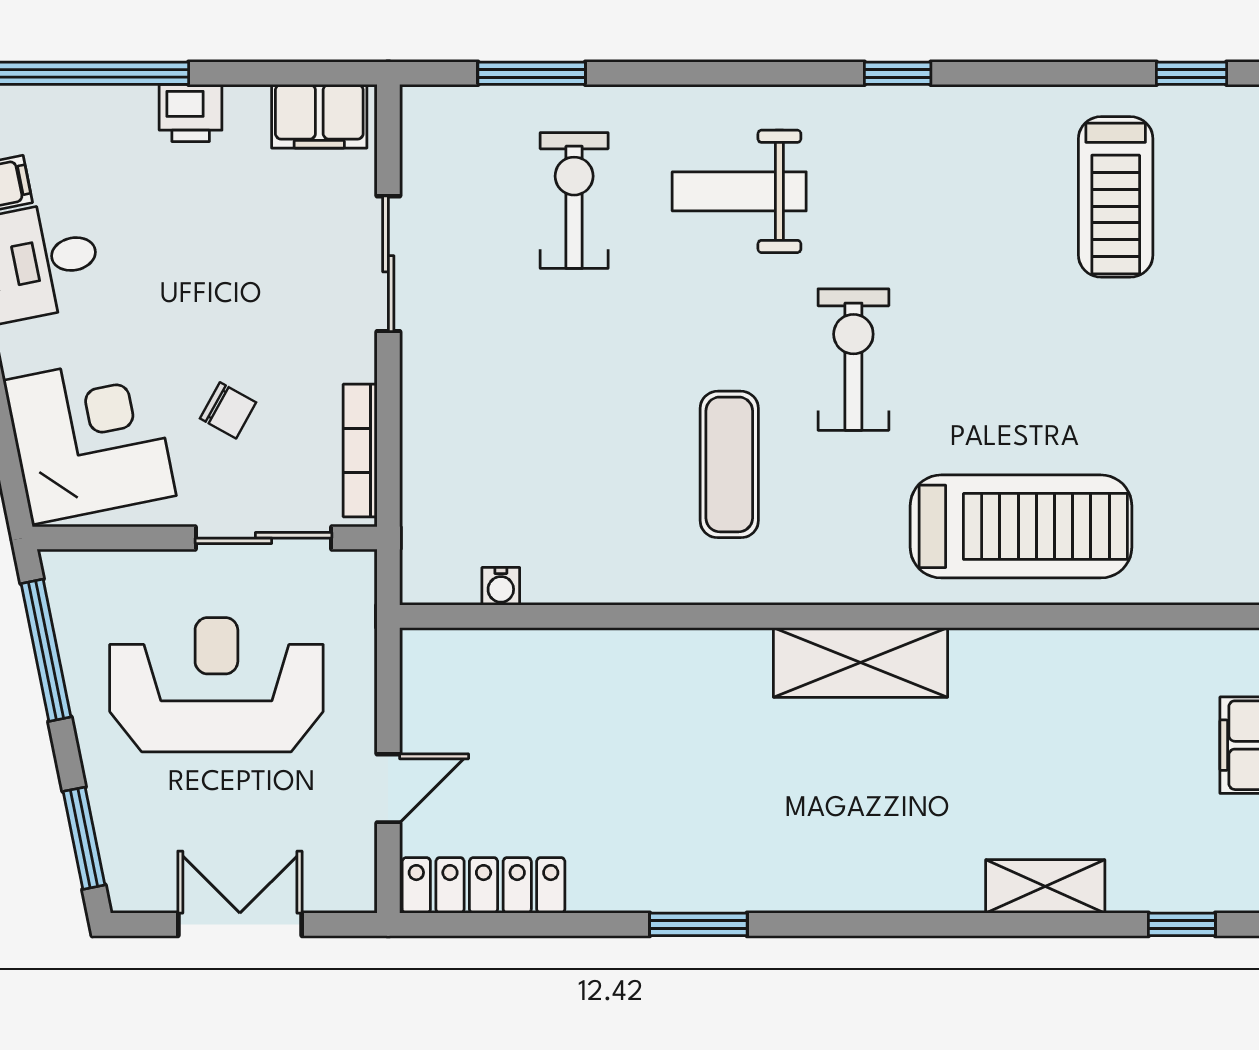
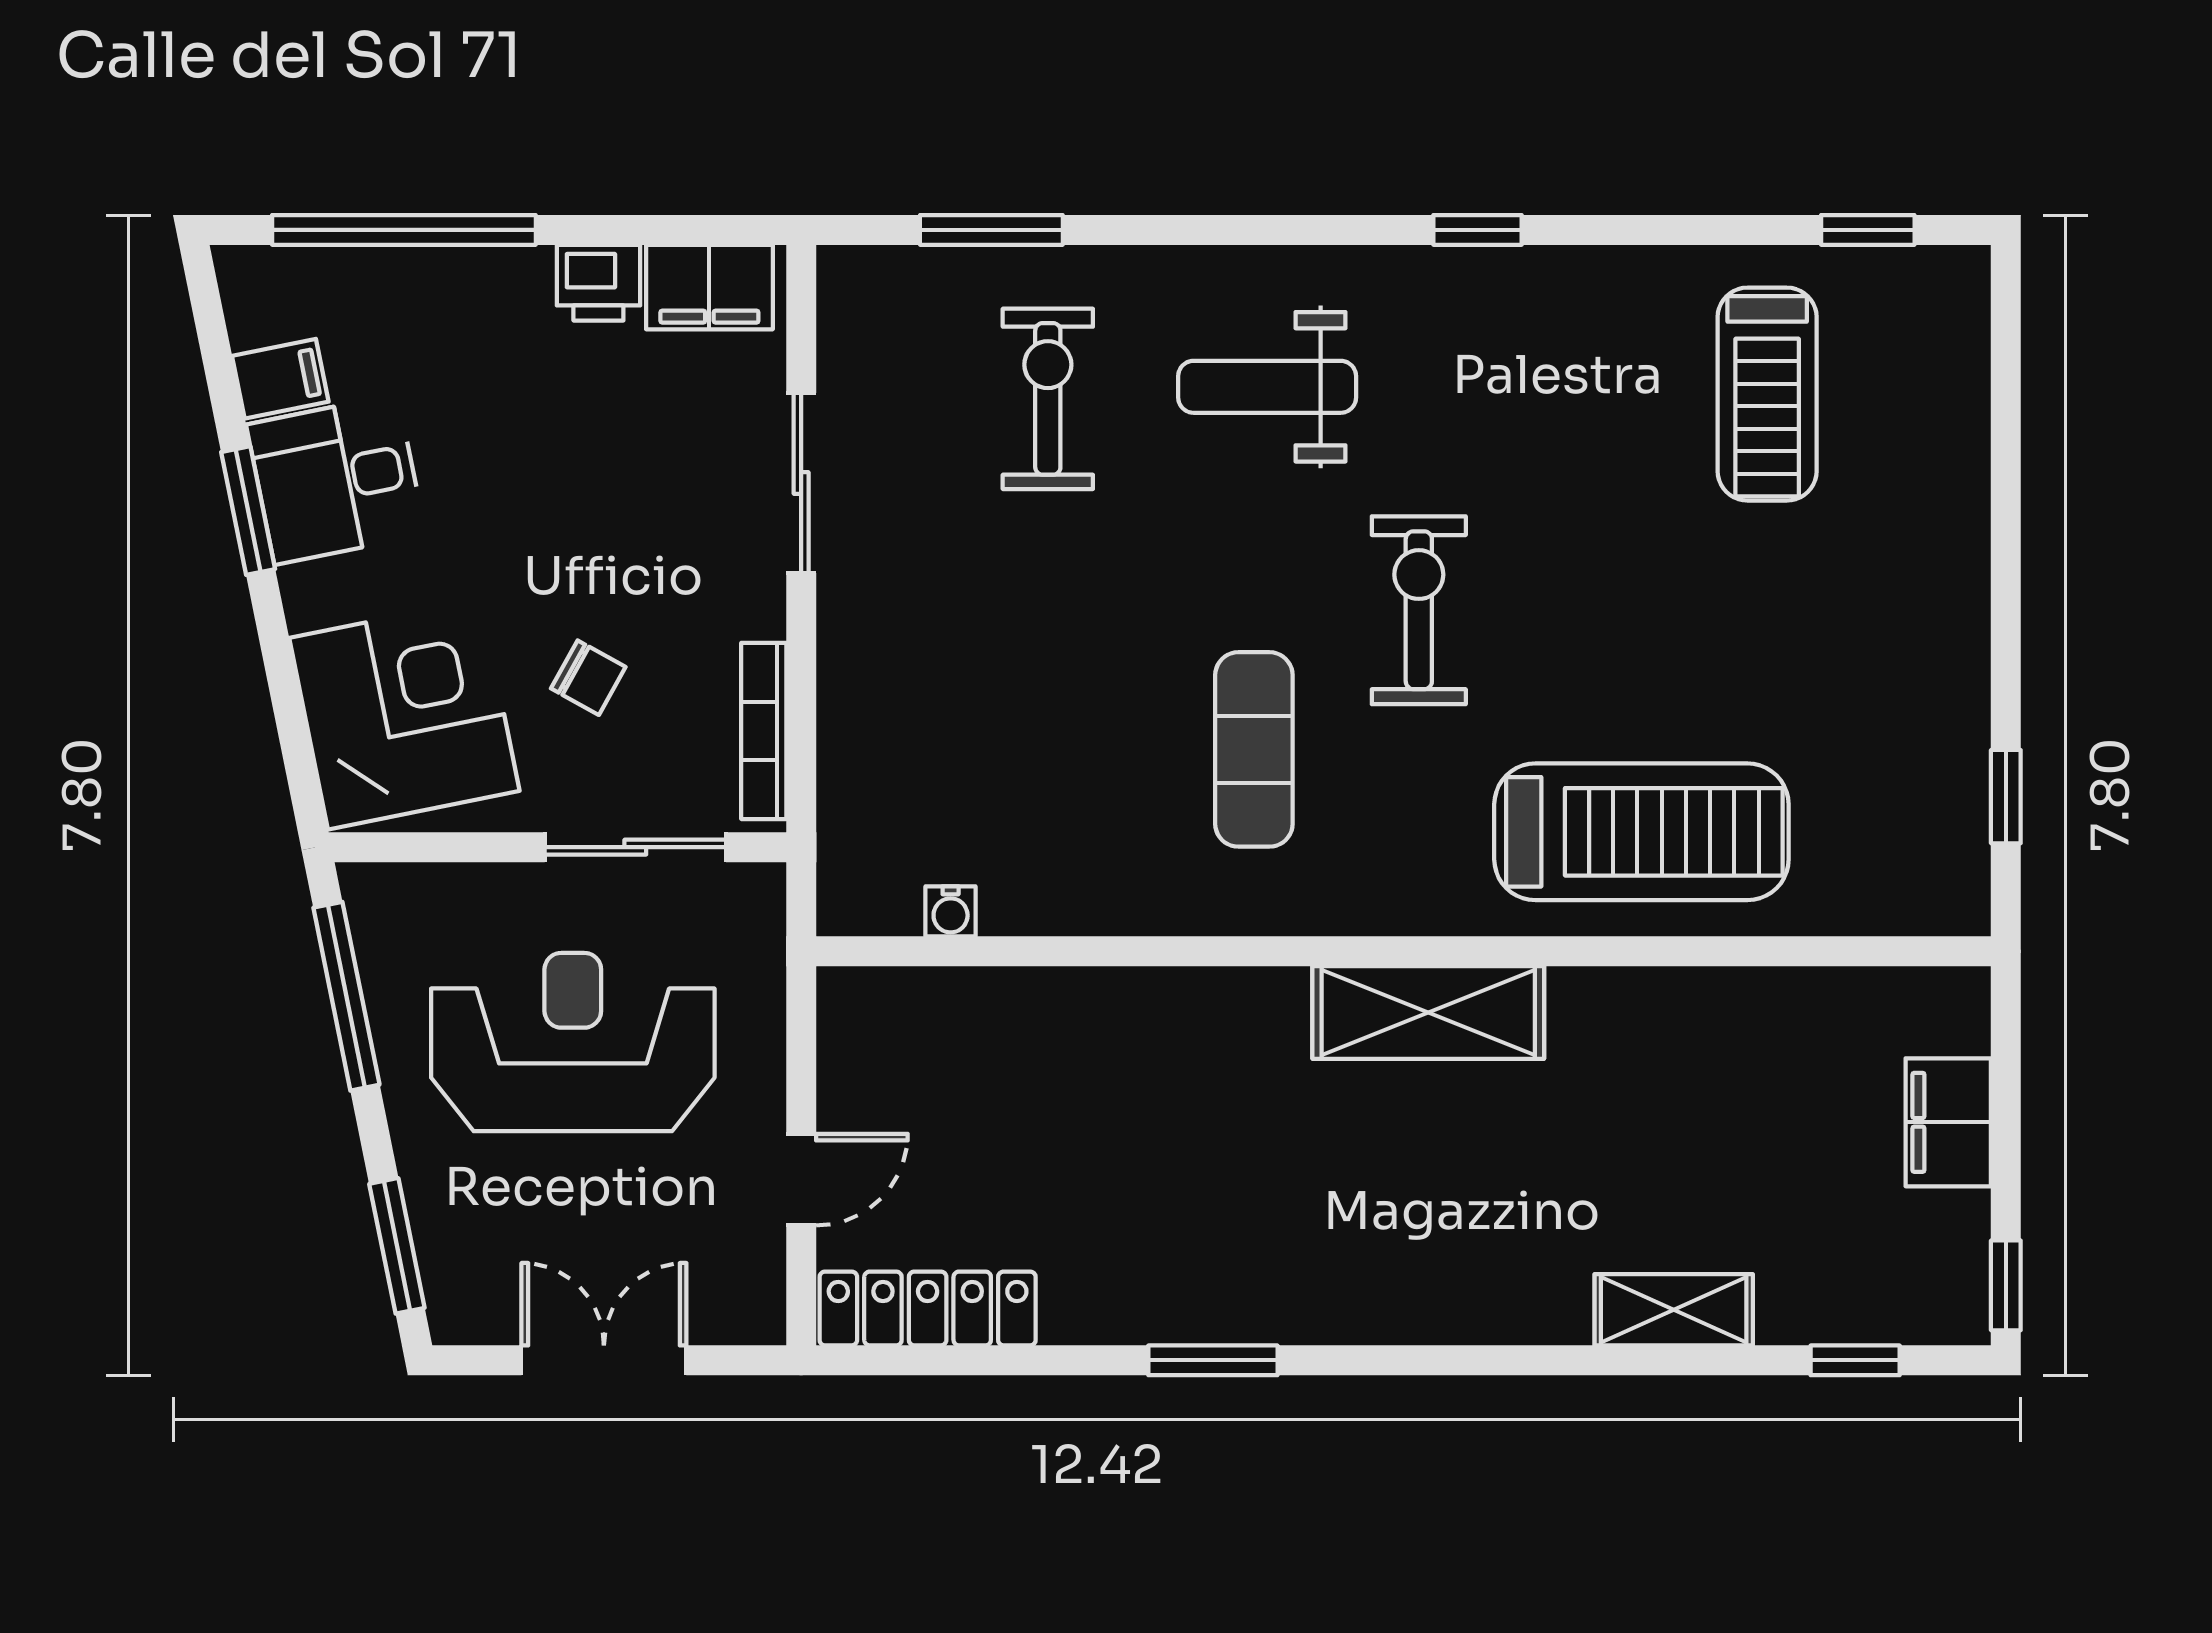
printer: (191, 113) -> (598, 283), moved

